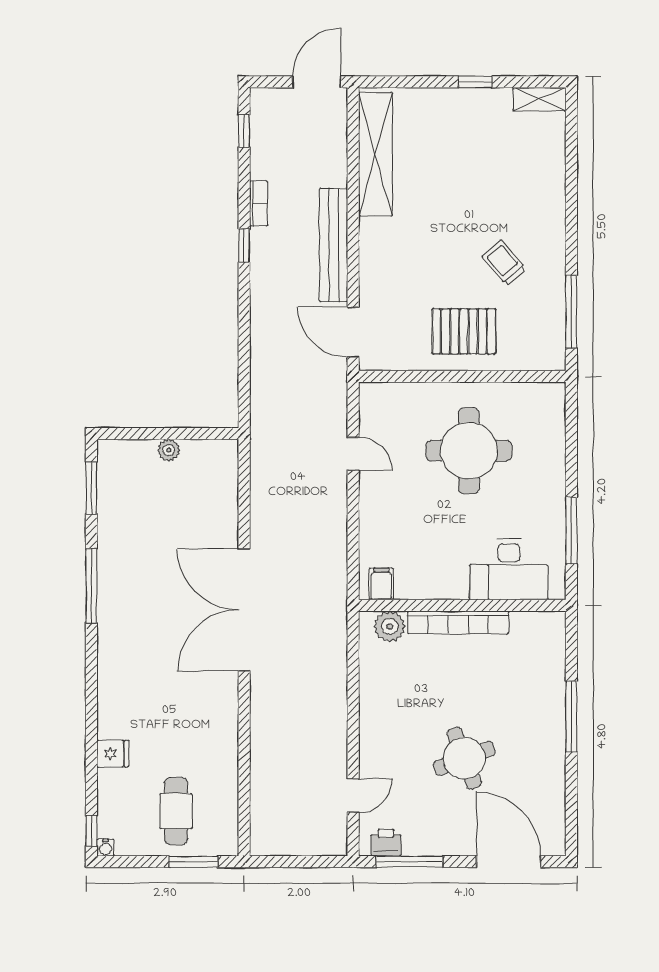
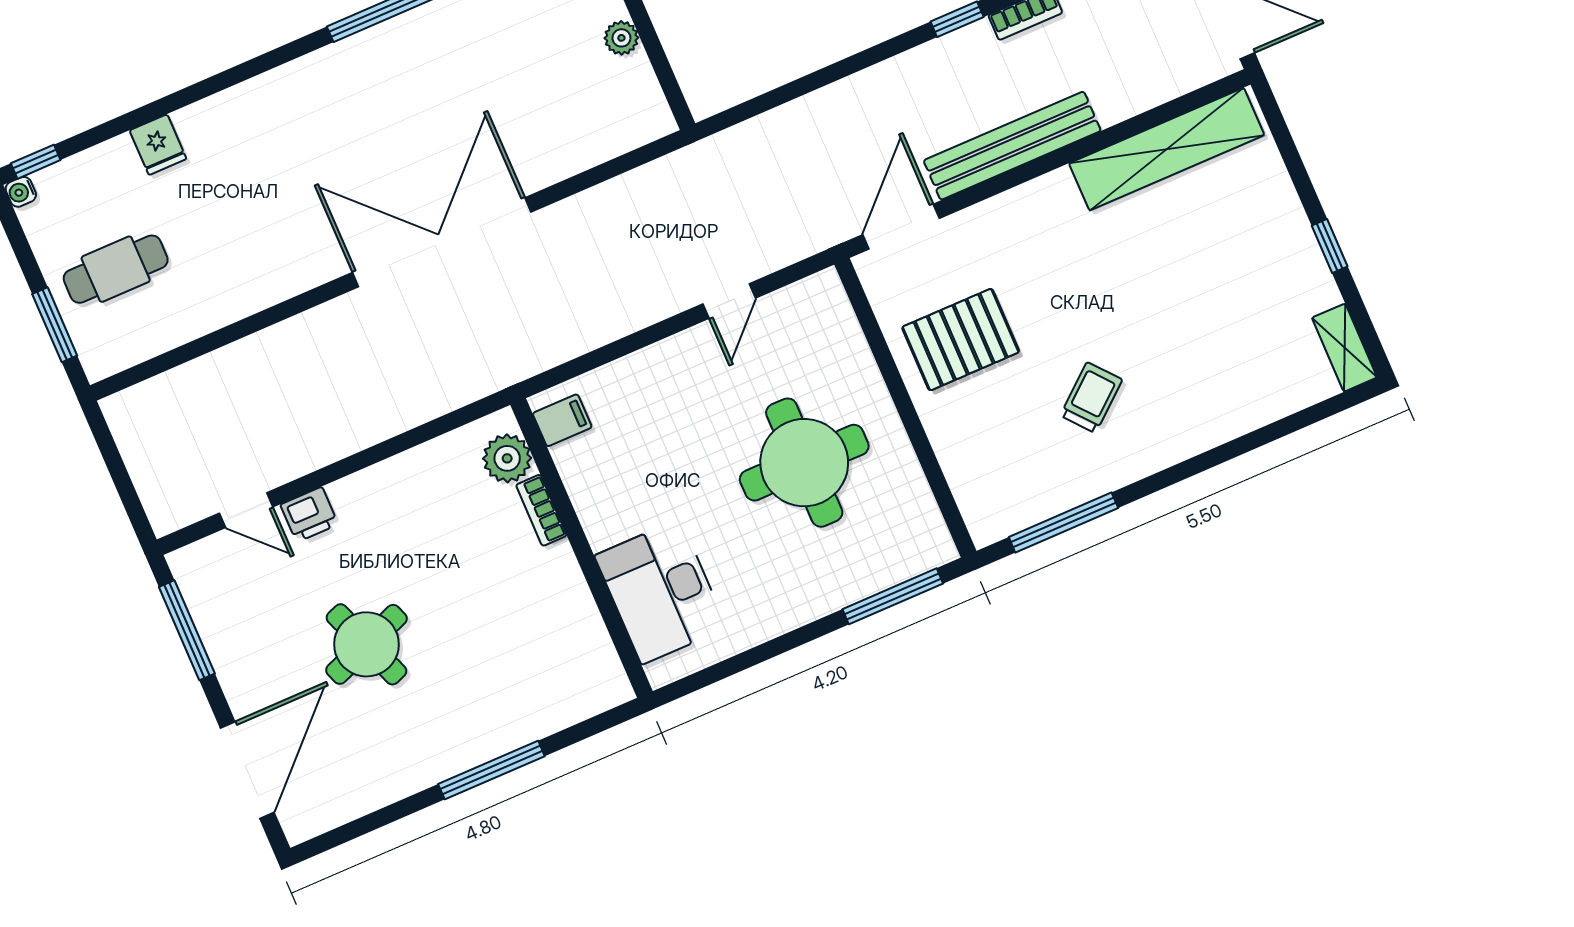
pallet: (464, 331) -> (961, 340), moved, turned 90
window: (571, 531) -> (893, 596), moved
bookcase: (458, 622) -> (541, 510), width x0.43, depth x0.76
printer: (386, 843) -> (309, 515), moved, turned 90

